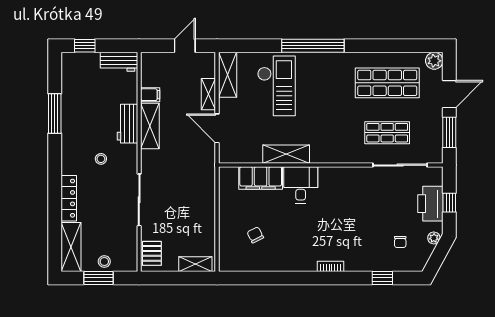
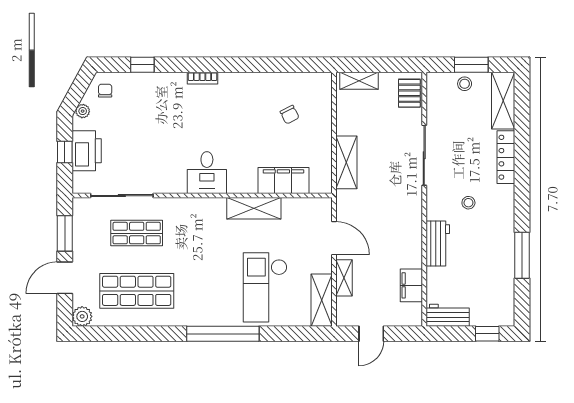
filing cabinet: (150, 95) -> (411, 285), width x2.00
shelving: (150, 126) -> (346, 162), moved
desk: (301, 185) -> (207, 173), moved
chair: (400, 242) -> (105, 91), moved

